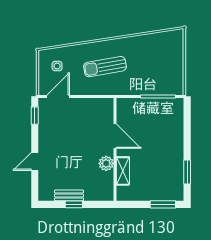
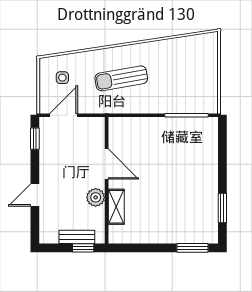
door: (115, 136) -> (107, 164), moved
wall: (115, 149) -> (107, 180), moved
plant: (106, 163) -> (96, 197), moved
shelving: (123, 171) -> (116, 207), moved

